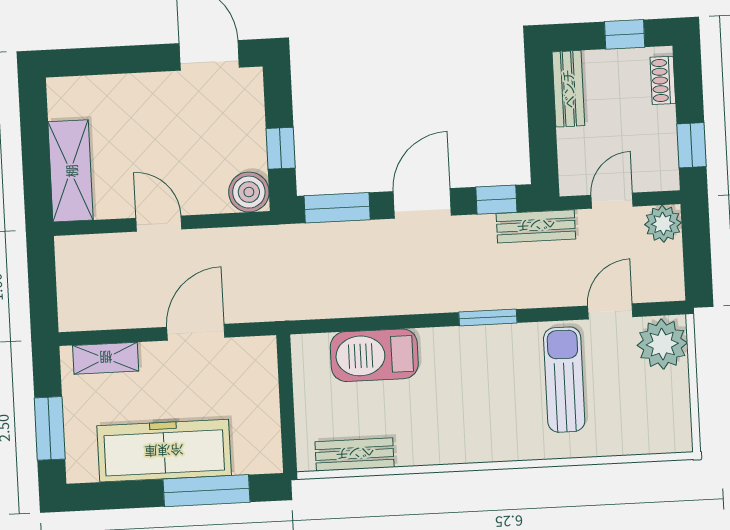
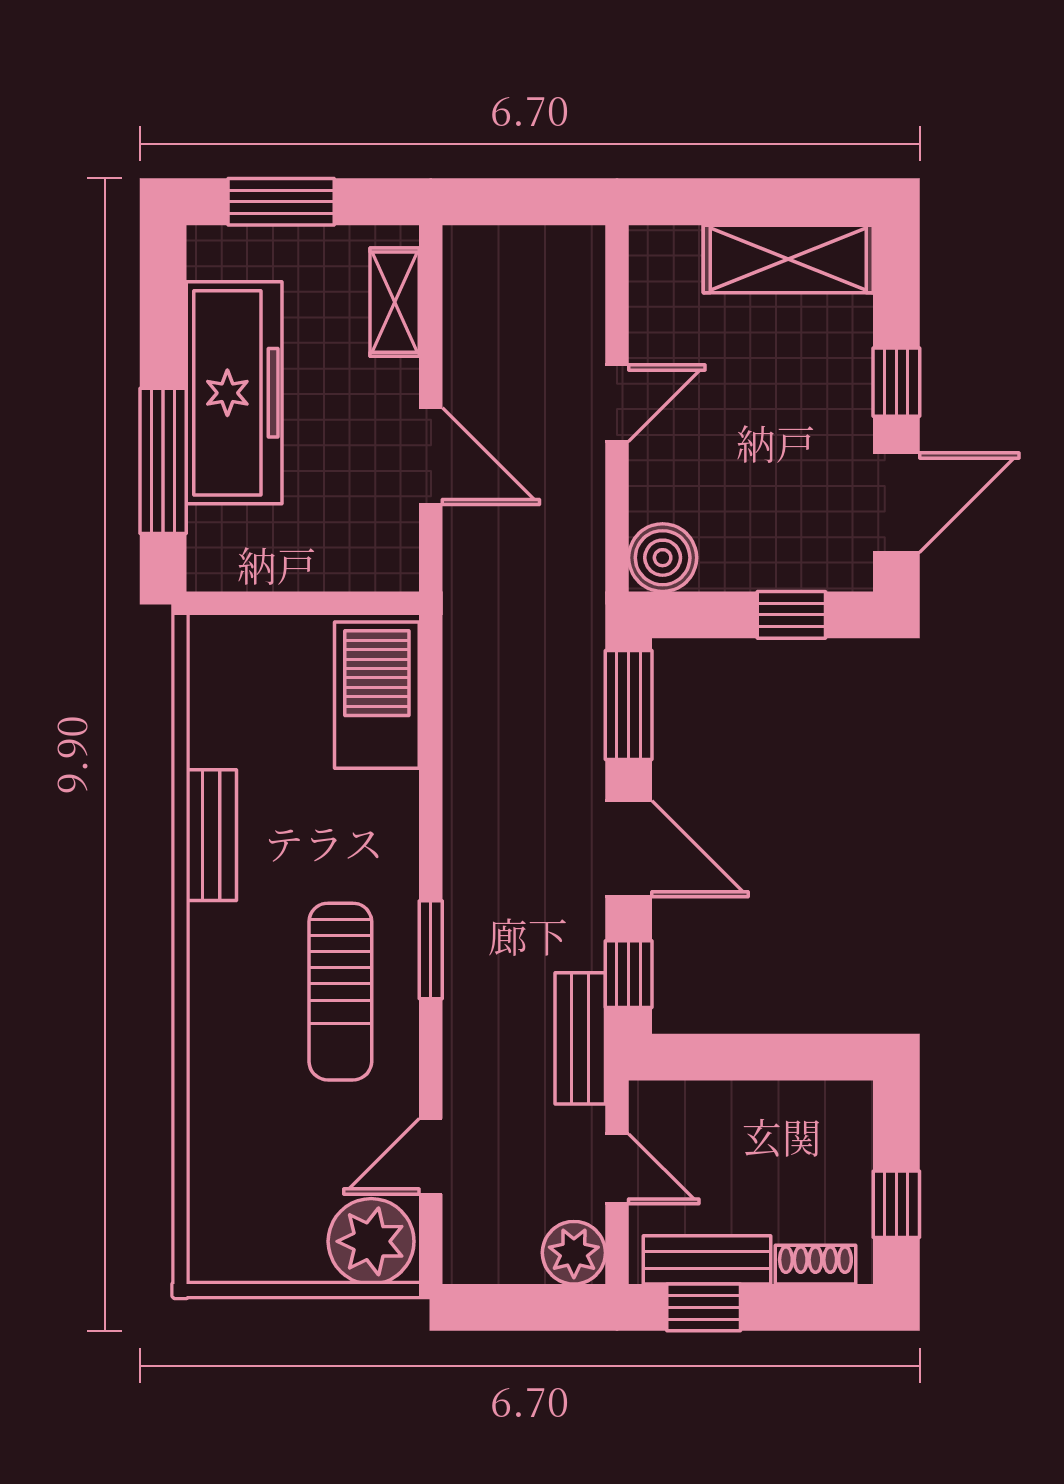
window: (138, 59) -> (896, 382), added
bench: (568, 89) -> (707, 1260), moved
window: (281, 148) -> (791, 615), moved
shelving: (71, 171) -> (788, 259), moved
door: (610, 311) -> (431, 1156), swing flipped
barbecue: (374, 355) -> (377, 695), moved
sun lounger: (564, 380) -> (340, 992), moved, turned 90
bench: (355, 454) -> (211, 835), moved

